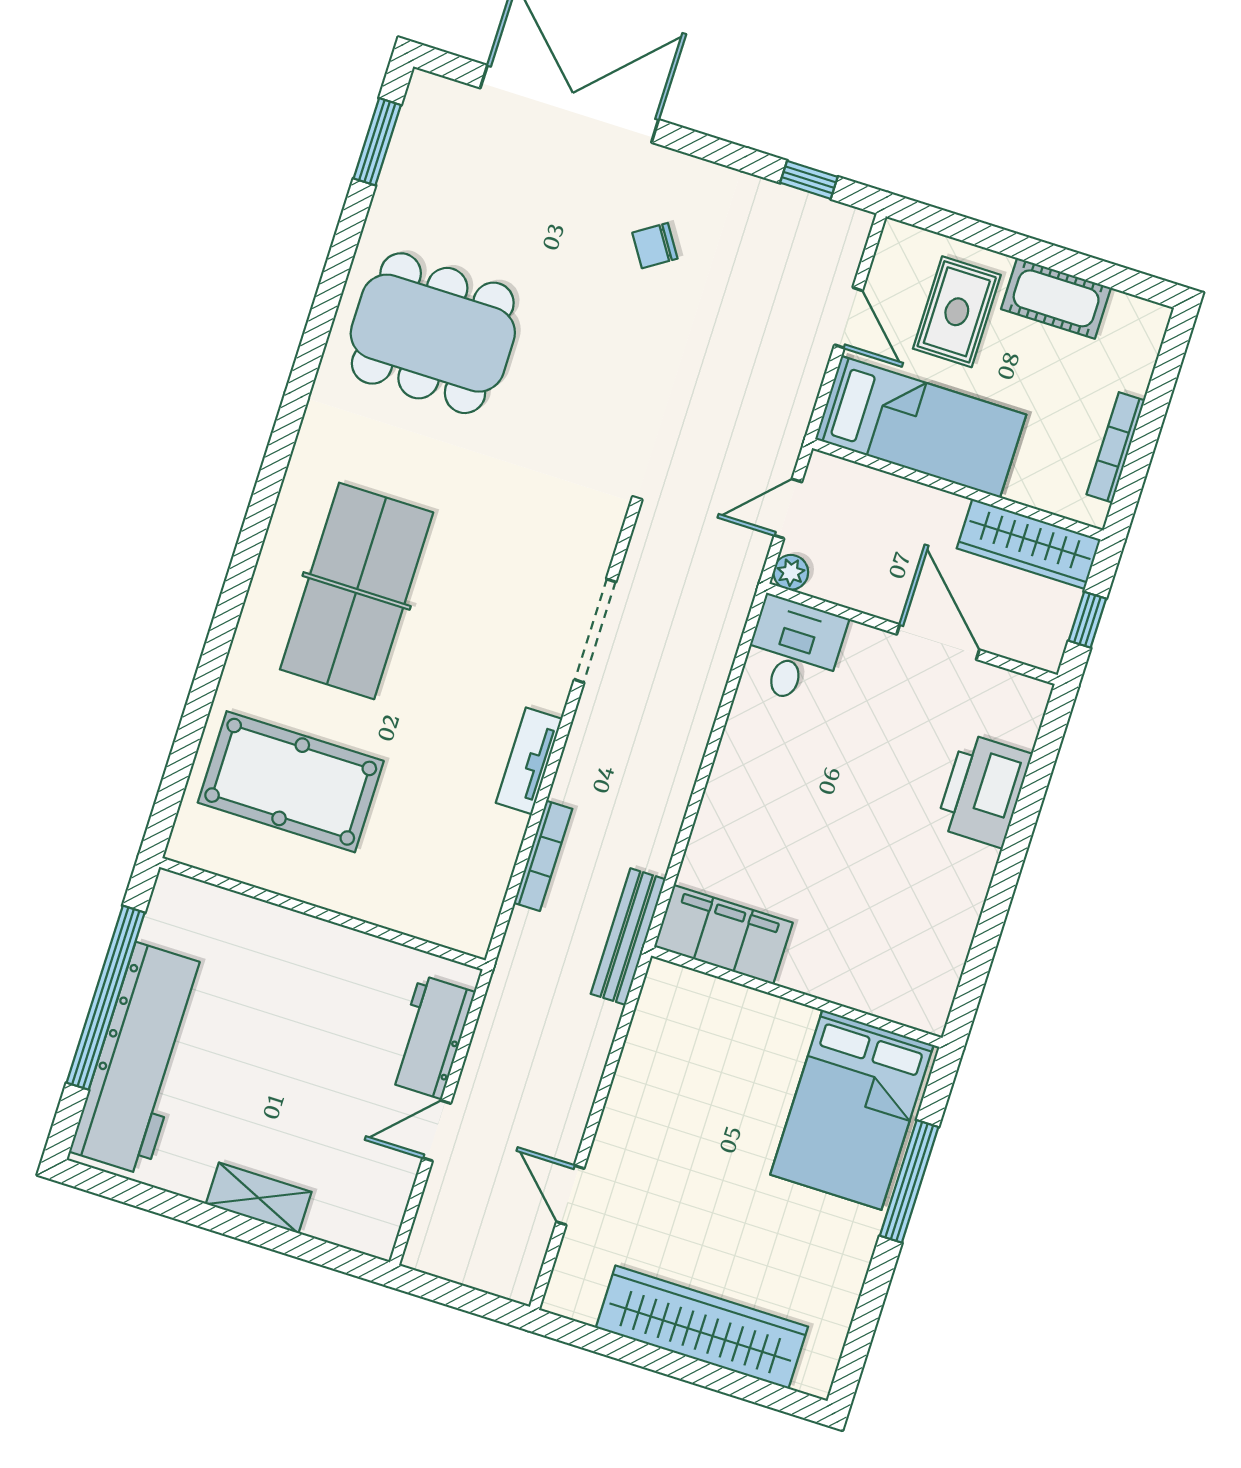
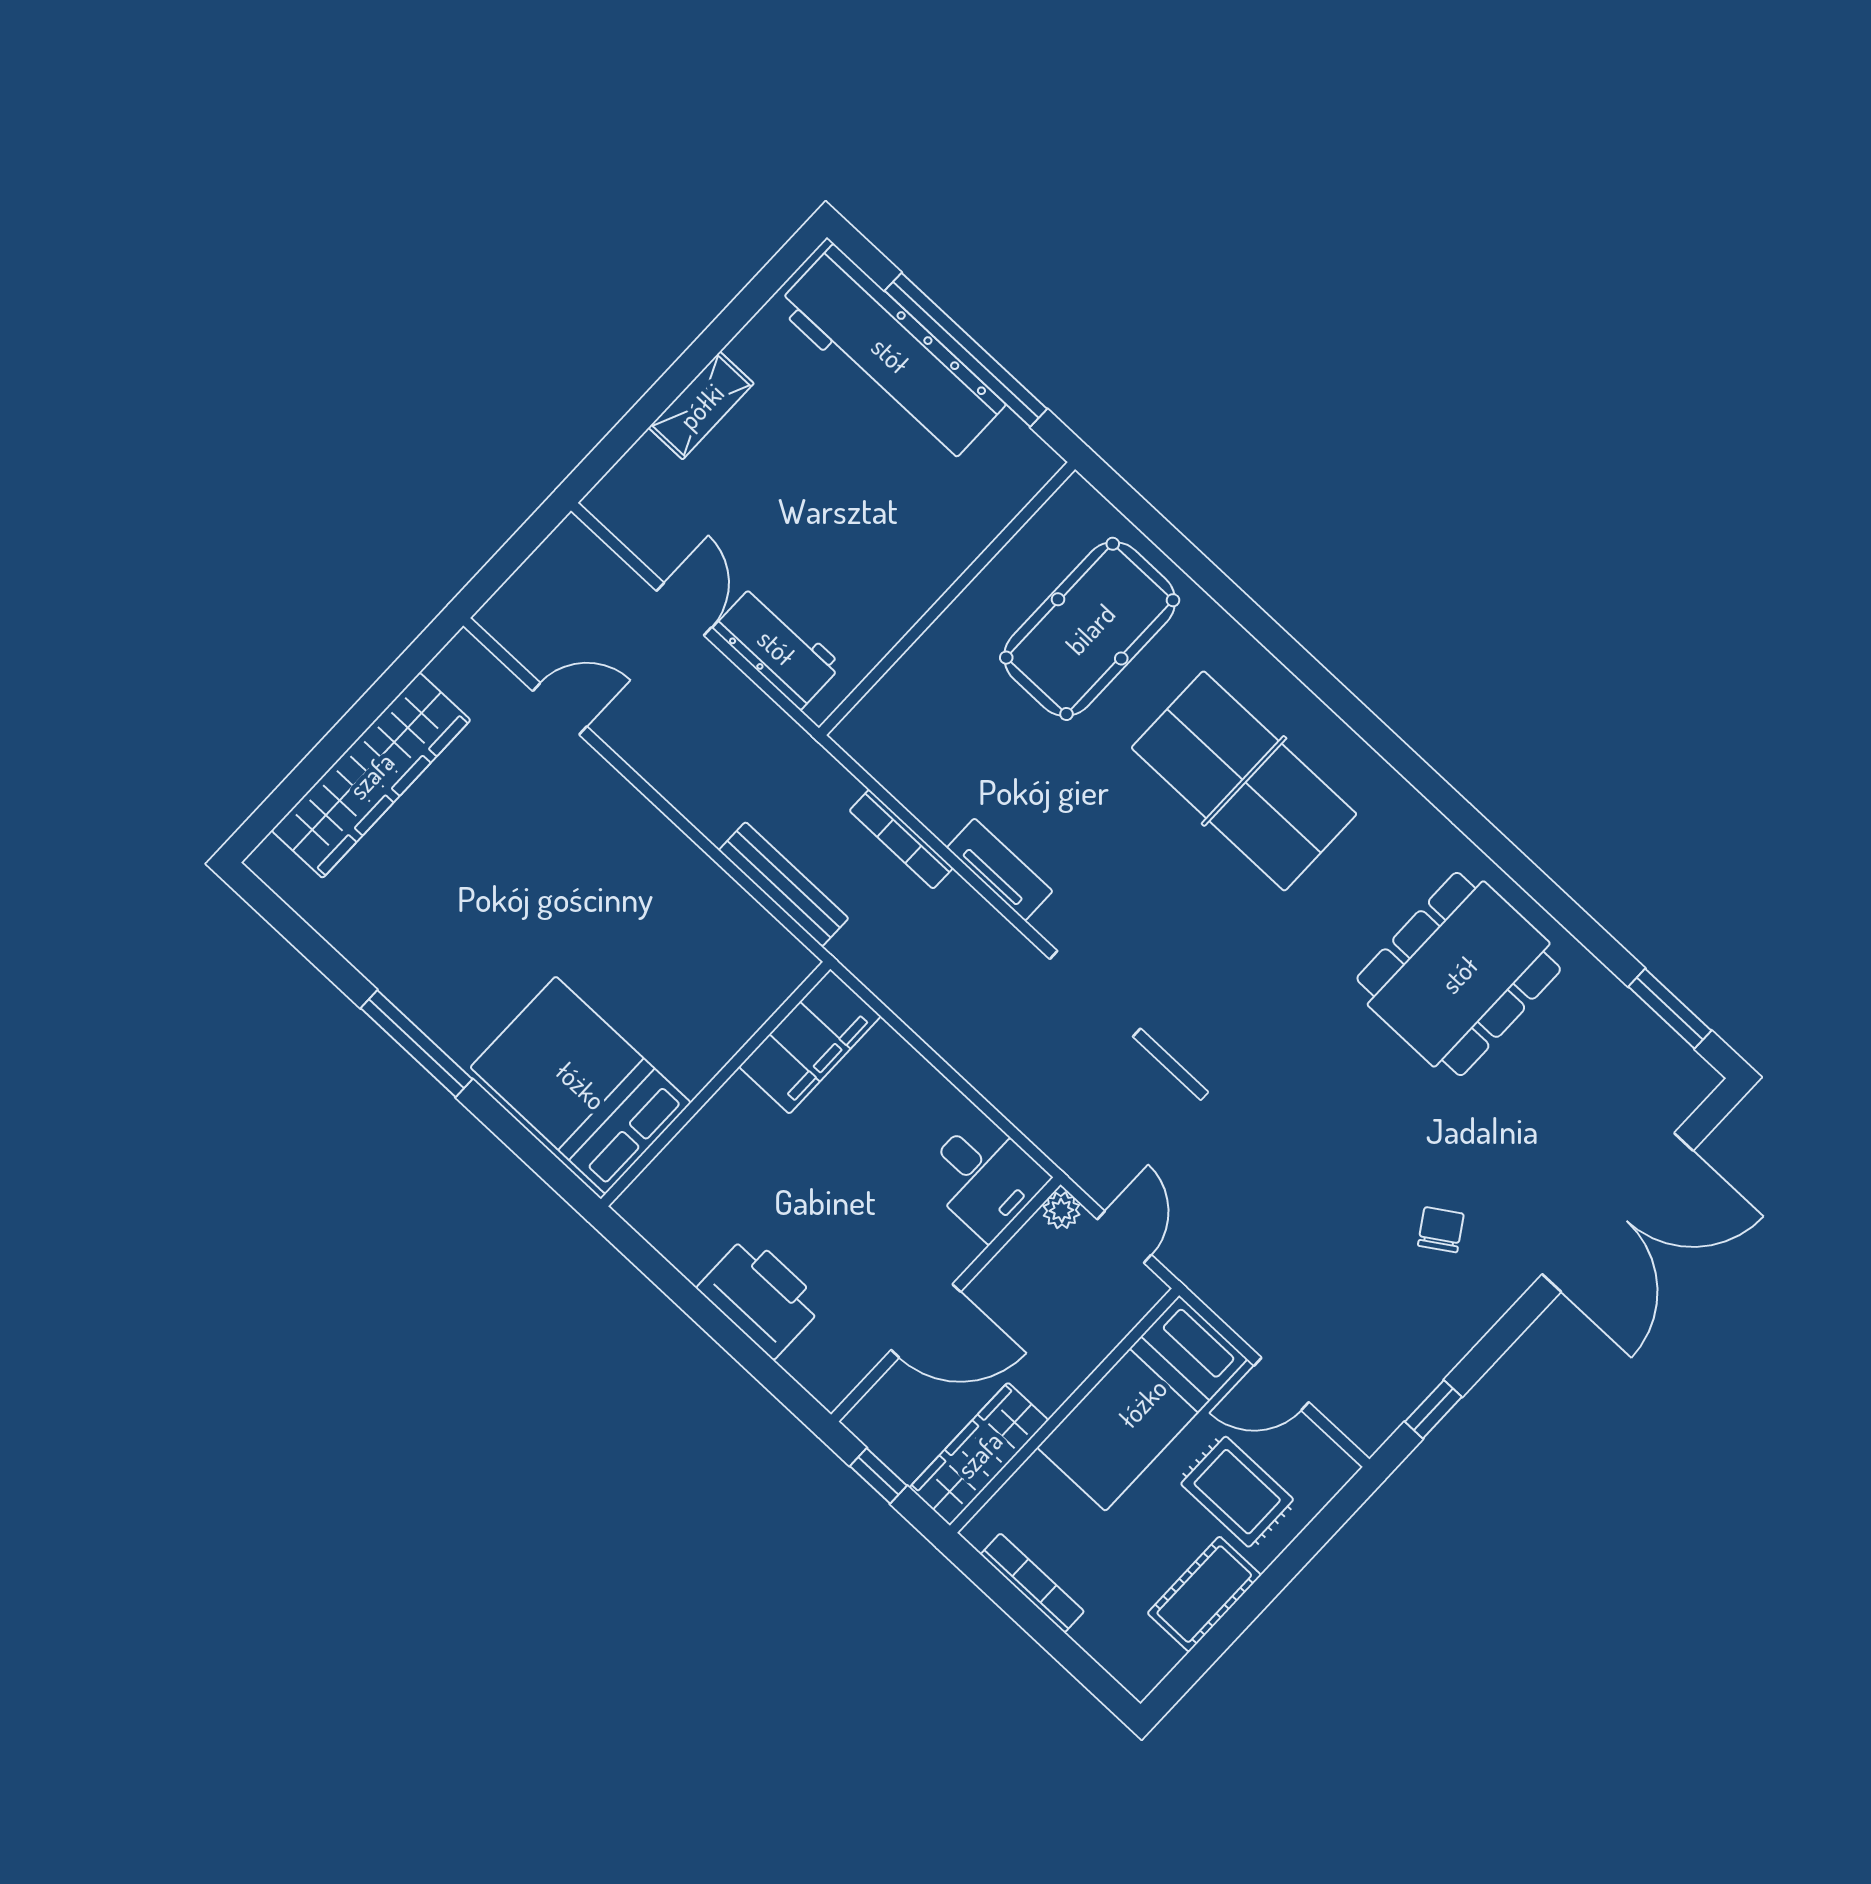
filing cabinet: (723, 935) -> (810, 1041), moved
wall: (797, 997) -> (716, 1084), moved
bed: (852, 1110) -> (581, 1085), moved

